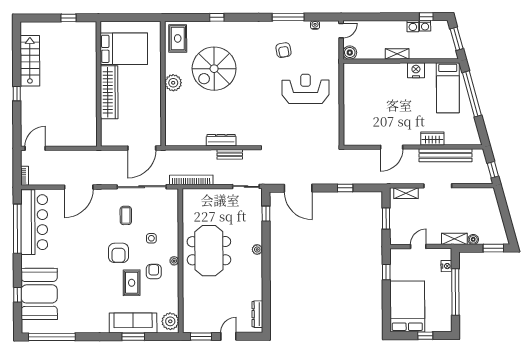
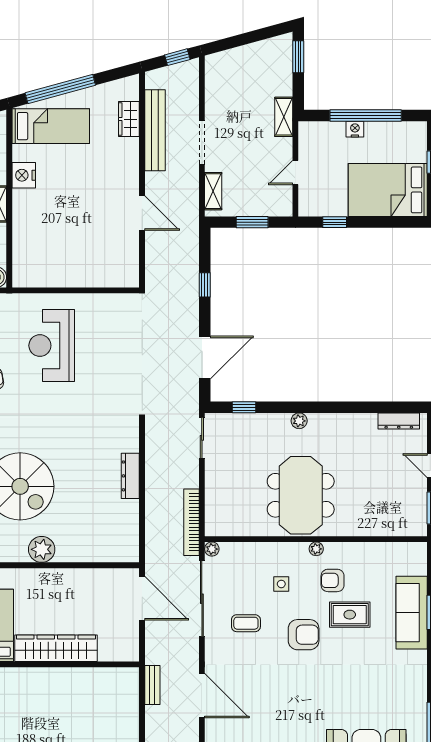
wardrobe: (432, 139) -> (129, 119), moved
bench: (230, 154) -> (152, 685), moved
boiler: (473, 239) -> (285, 88), removed
door: (418, 247) -> (295, 173), hinge flipped
meeting table: (209, 251) -> (301, 495), turned 90
nightstand: (446, 266) -> (355, 129), moved
plant: (170, 321) -> (212, 549), moved, width x0.53, depth x0.53

